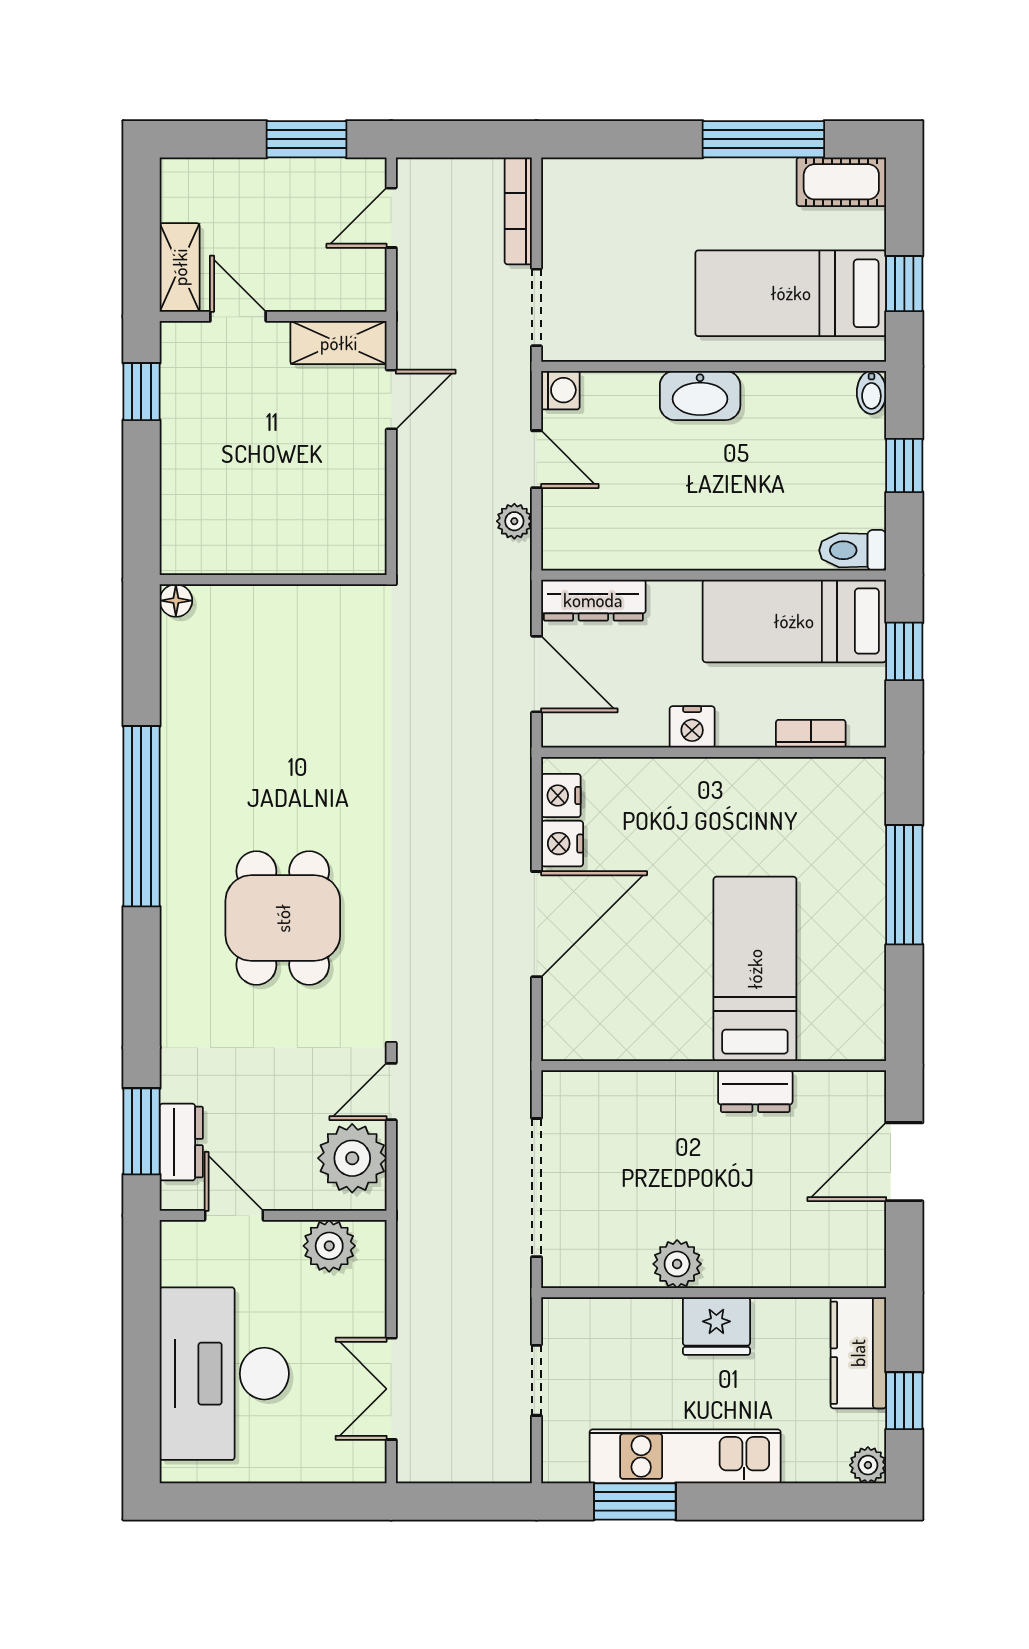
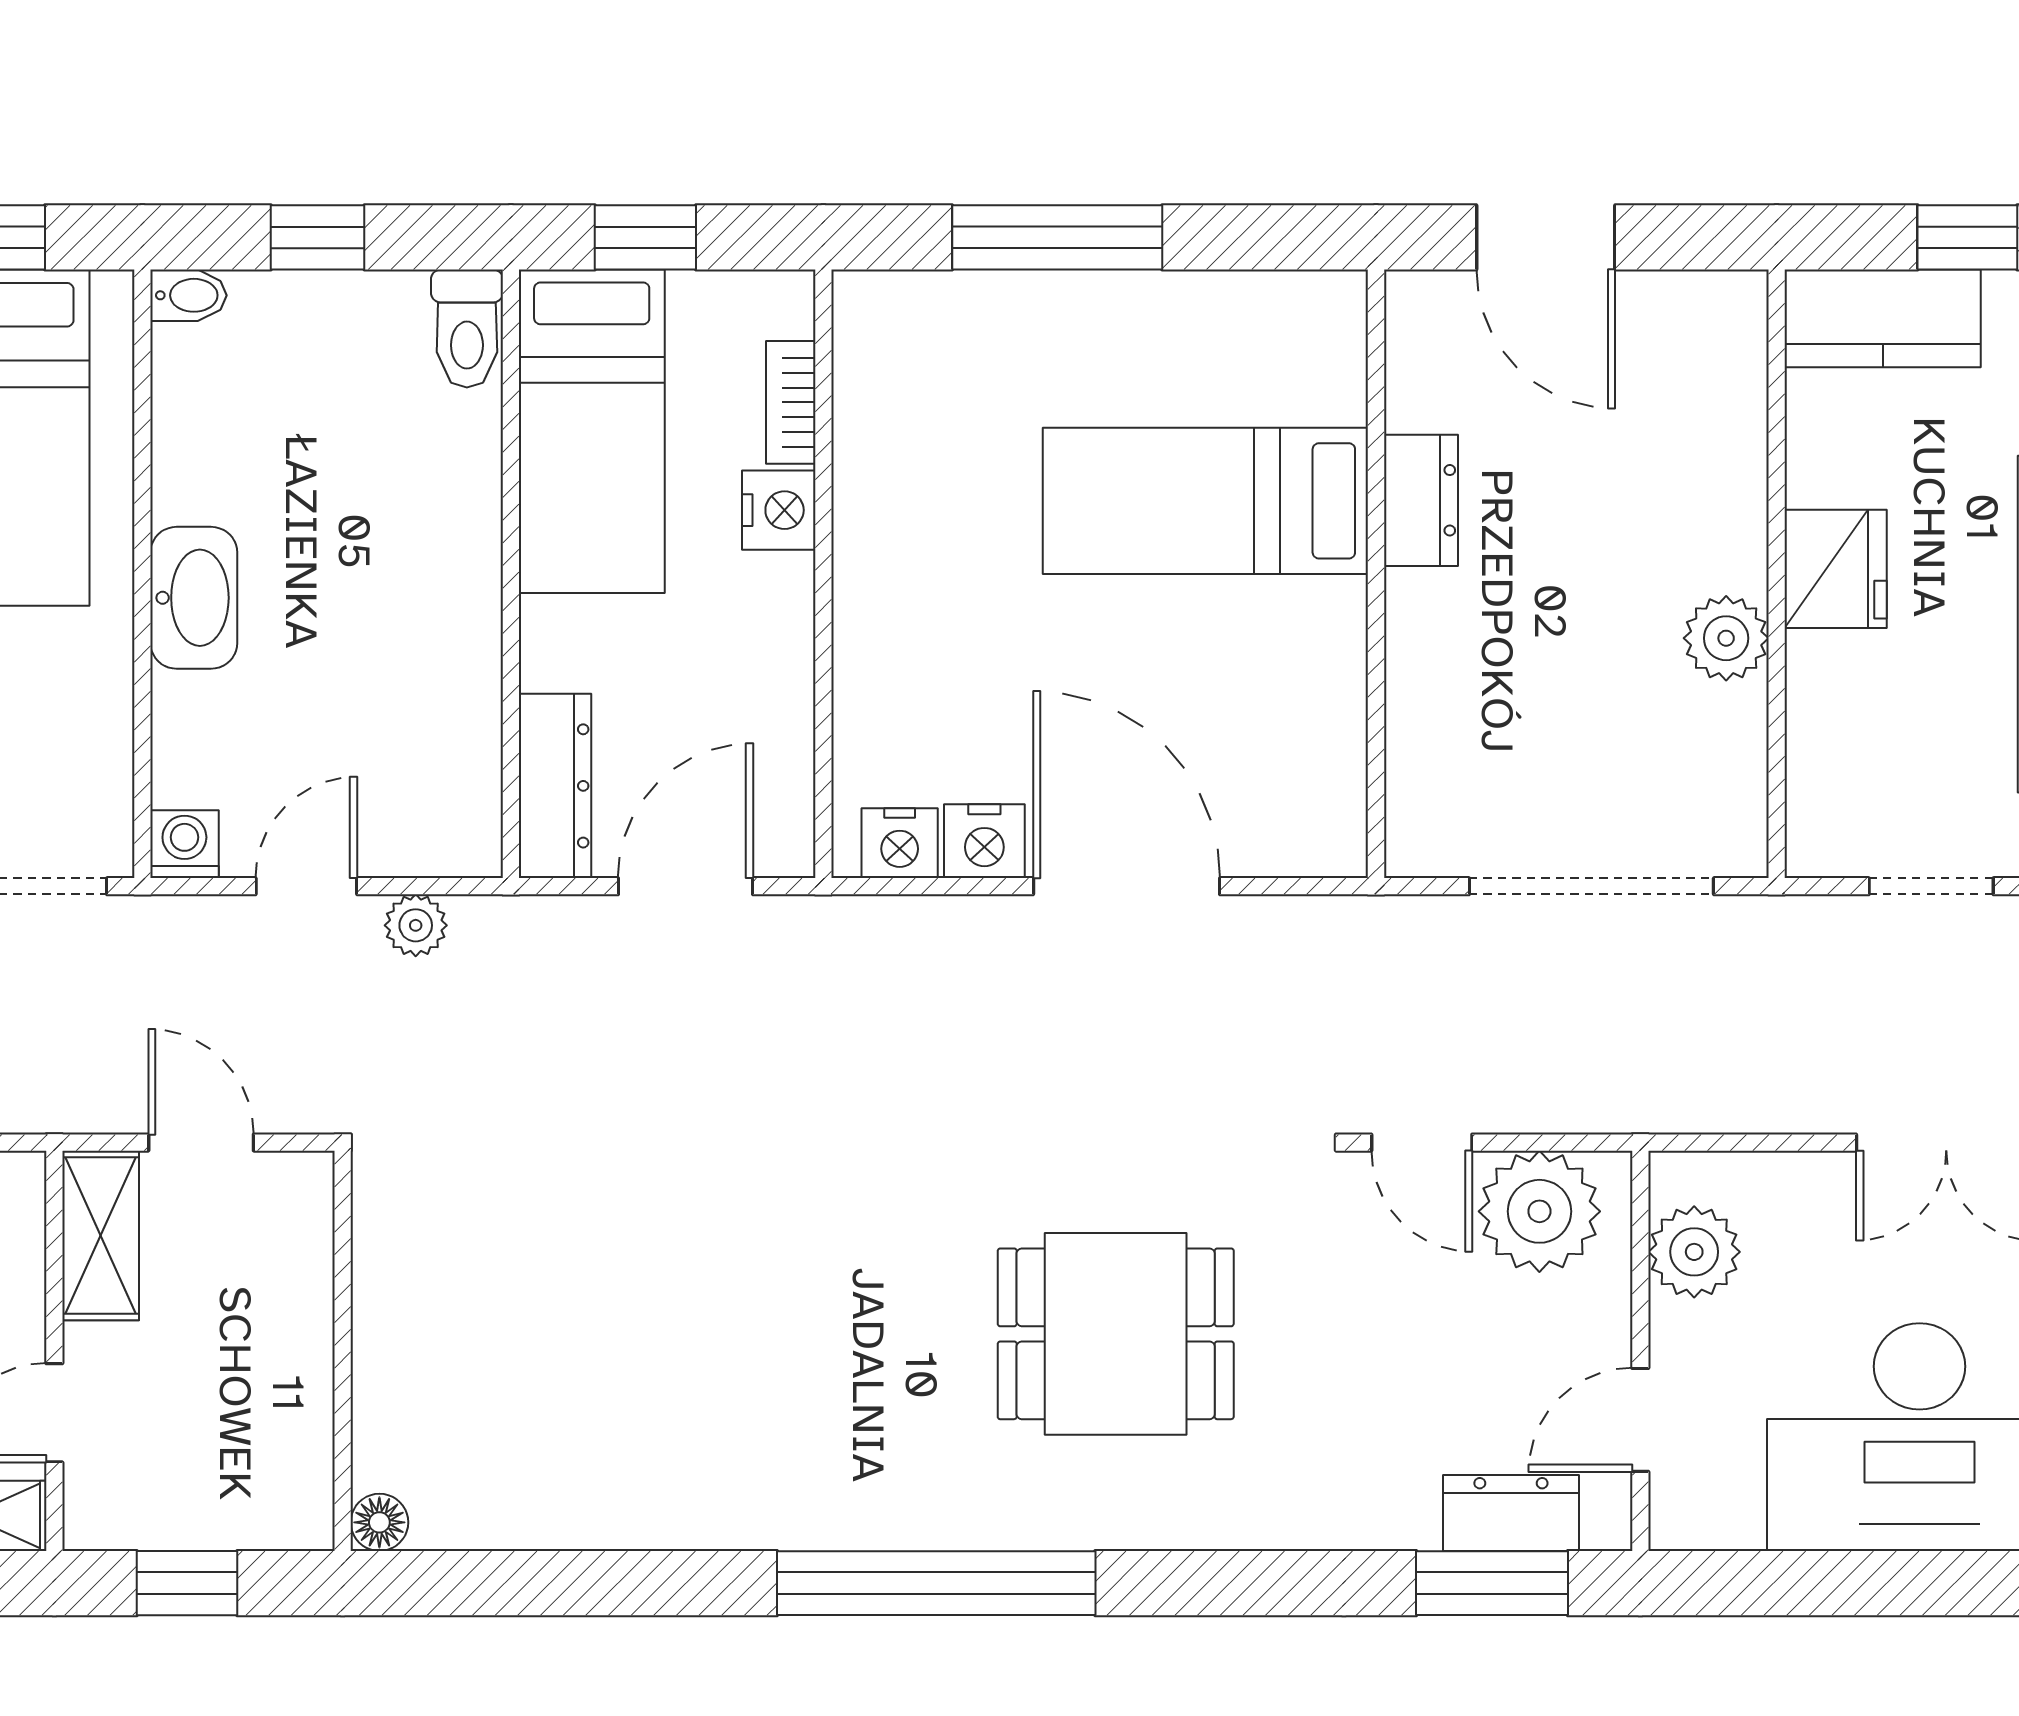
wall: (273, 580) -> (343, 1351), moved
floor lamp: (176, 601) -> (379, 1522), moved
nightstand: (692, 727) -> (779, 510), moved

